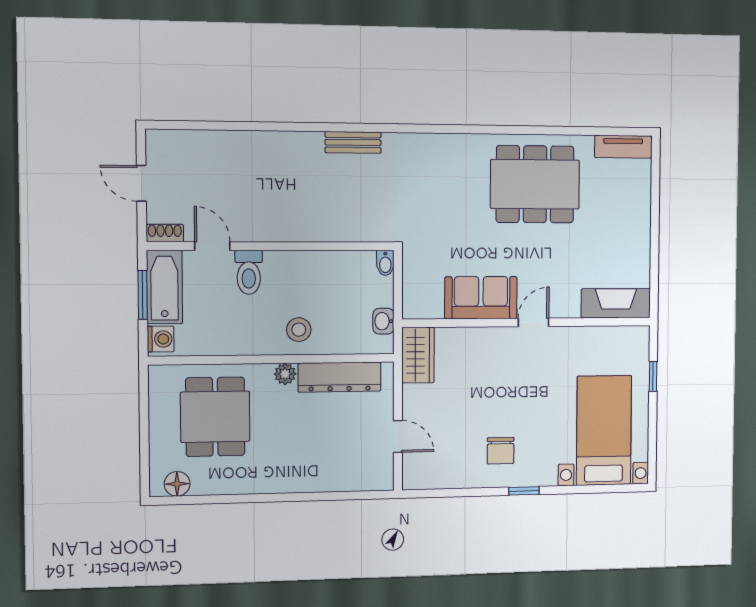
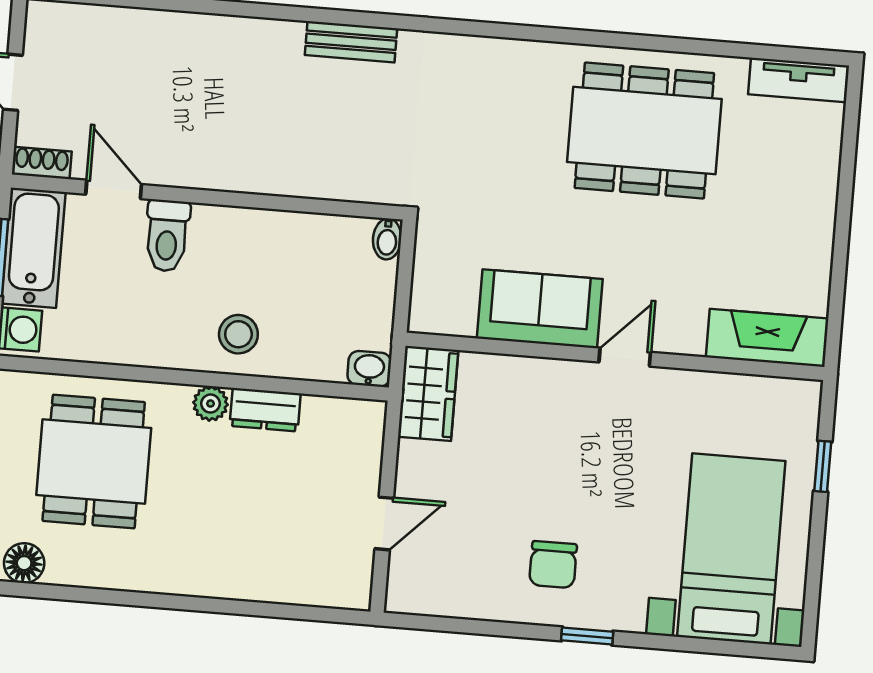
washbasin: (383, 321) -> (369, 369), moved, turned 90
dresser: (340, 377) -> (265, 410), width x0.51, depth x0.80
door: (398, 436) -> (384, 523), hinge flipped

